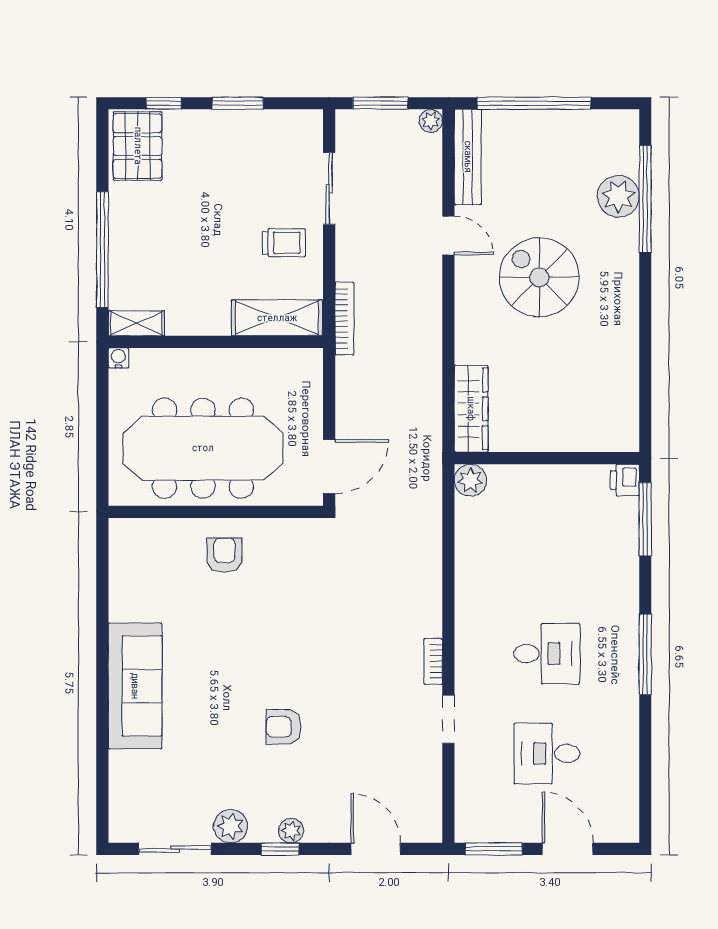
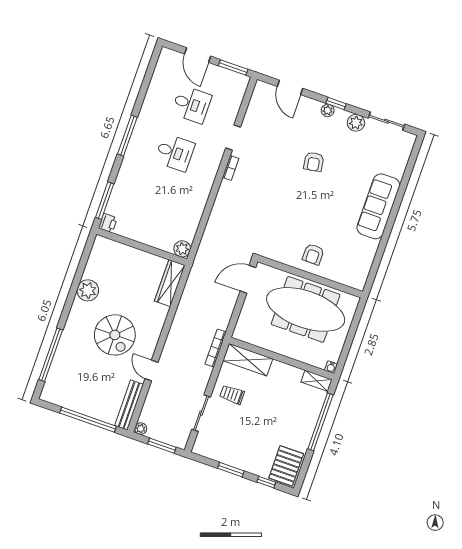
plant: (618, 196) -> (88, 290), moved
desk: (547, 654) -> (175, 153), turned 180
armchair: (284, 727) -> (314, 162), turned 81

